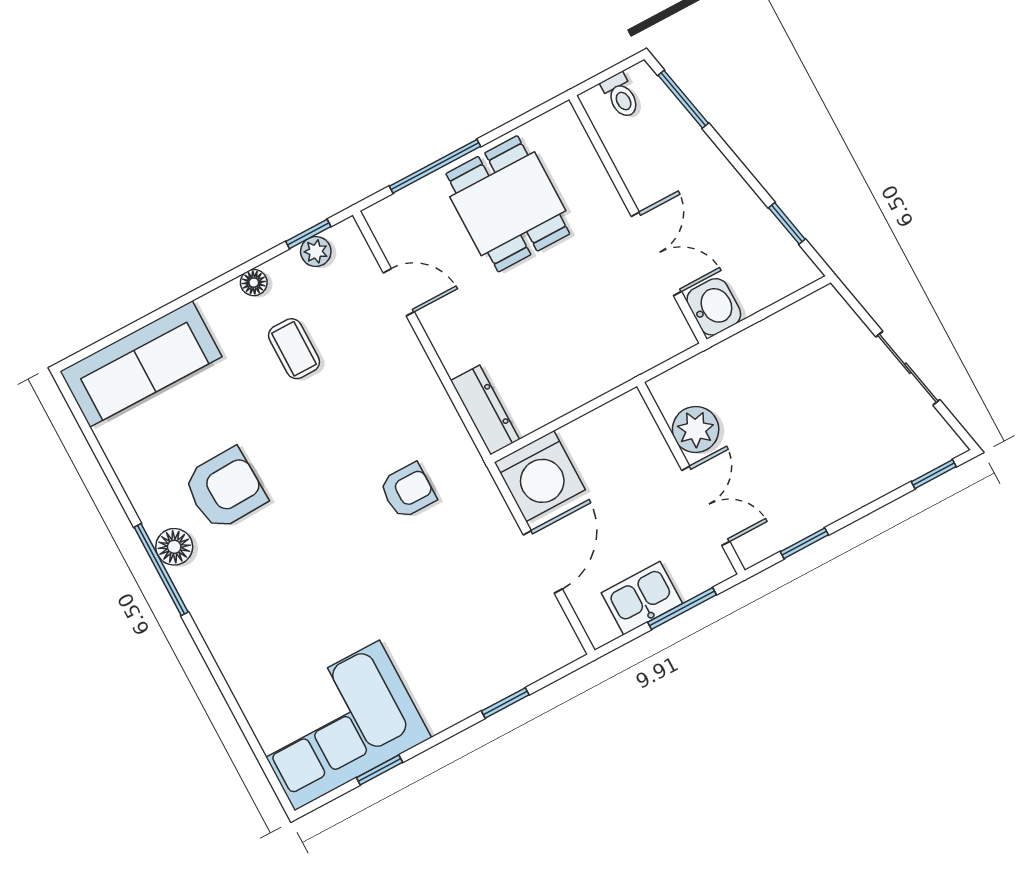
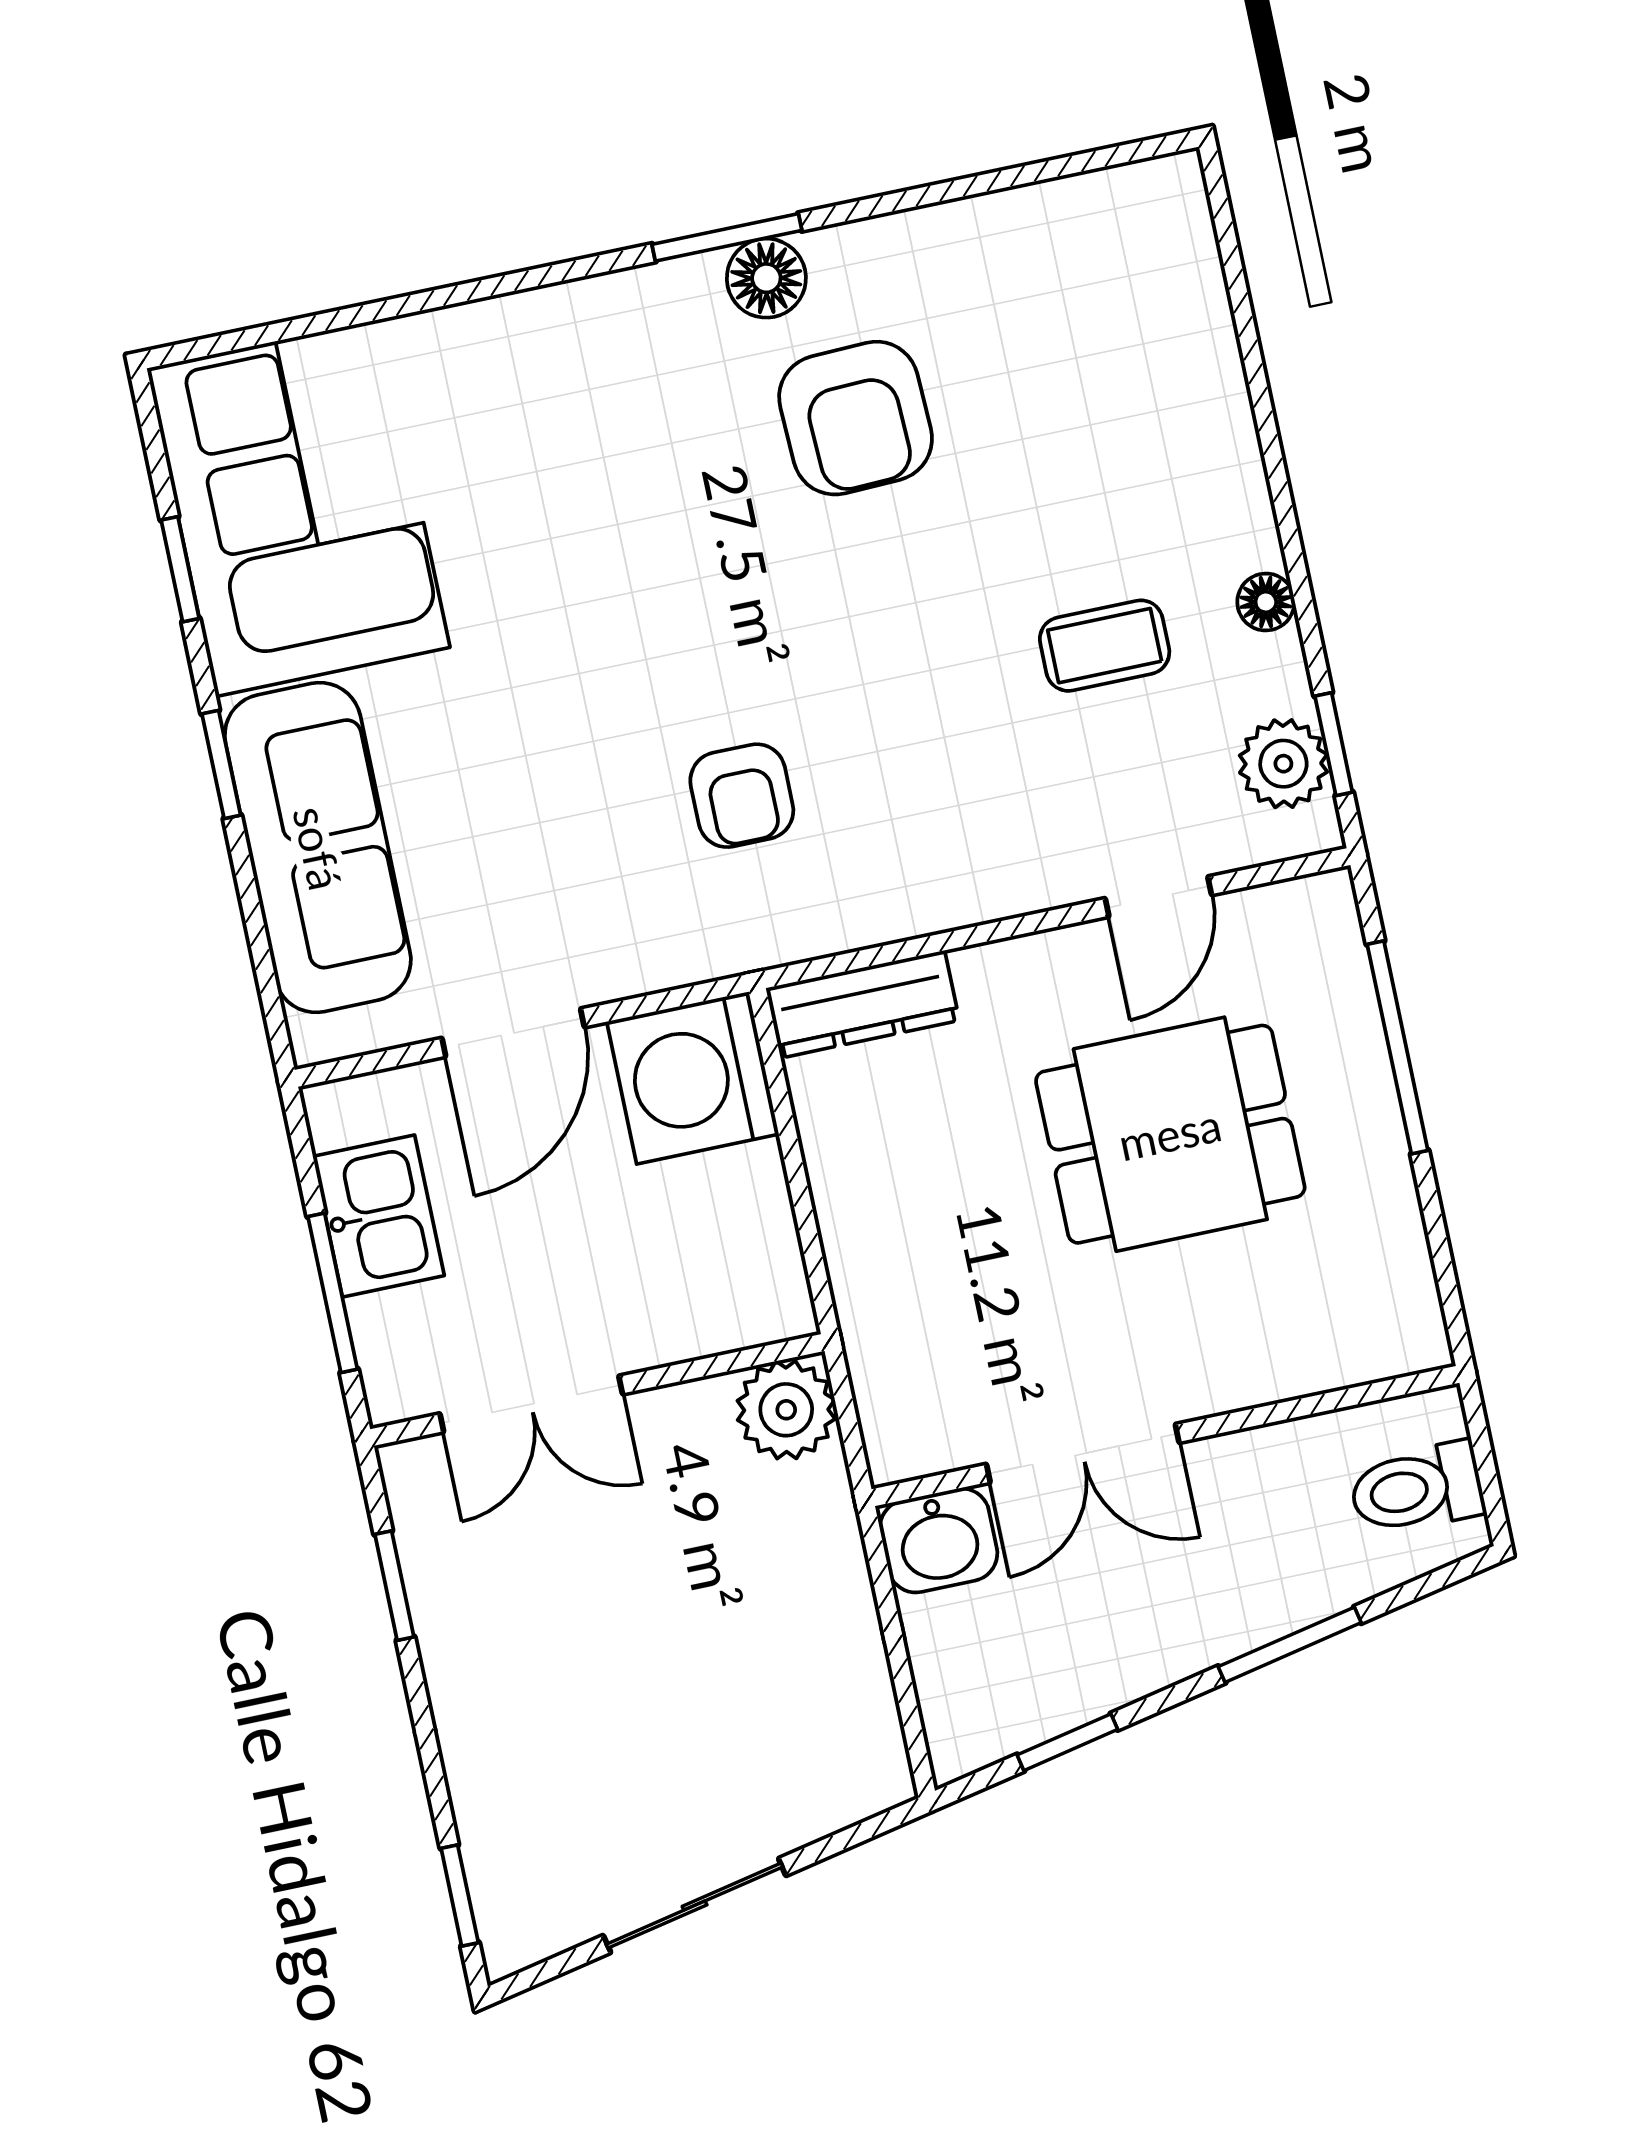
toilet: (621, 96) -> (1417, 1489), width x1.37, depth x1.39
window: (683, 99) -> (1290, 1645), moved
dining table: (508, 204) -> (1170, 1134), moved
plant: (316, 251) -> (1283, 764), width x1.38, depth x1.38
sofa: (141, 364) -> (318, 848), moved, turned 180
plant: (696, 430) -> (786, 1410), moved
door: (543, 562) -> (513, 1033), hinge flipped
window: (161, 570) -> (727, 237), width x0.69
window: (505, 703) -> (221, 765), moved

